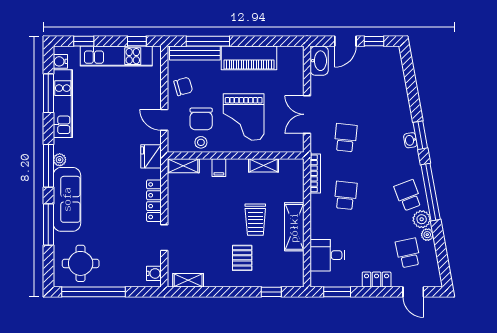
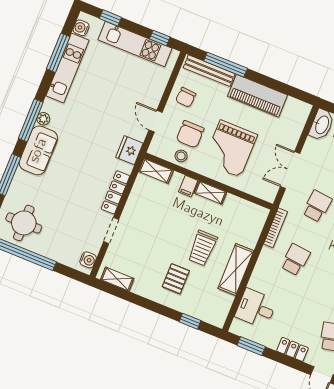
chair: (183, 86) -> (186, 97), turned 110
shelving: (264, 165) -> (210, 193), moved
sofa: (67, 199) -> (38, 150), width x0.73

